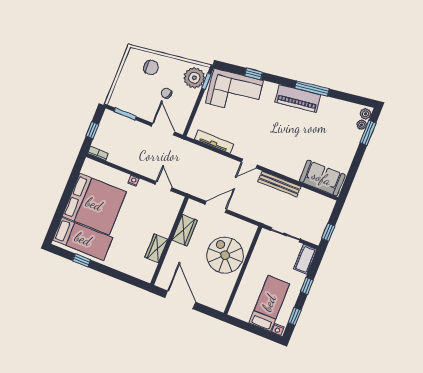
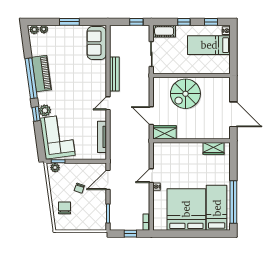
window: (254, 74) -> (36, 114), moved
plant: (194, 78) -> (55, 168), width x0.53, depth x0.53
window: (312, 88) -> (31, 78), width x1.46
plant: (270, 89) -> (45, 110), added
piano: (298, 98) -> (42, 74), moved
window: (368, 133) -> (69, 22), moved
door: (249, 164) -> (108, 103), swing flipped
door: (164, 186) -> (151, 176), moved
wardrobe: (185, 230) -> (165, 132), moved
wardrobe: (156, 248) -> (214, 148), moved
window: (81, 260) -> (233, 202), width x3.17
door: (180, 300) -> (233, 114), swing flipped

